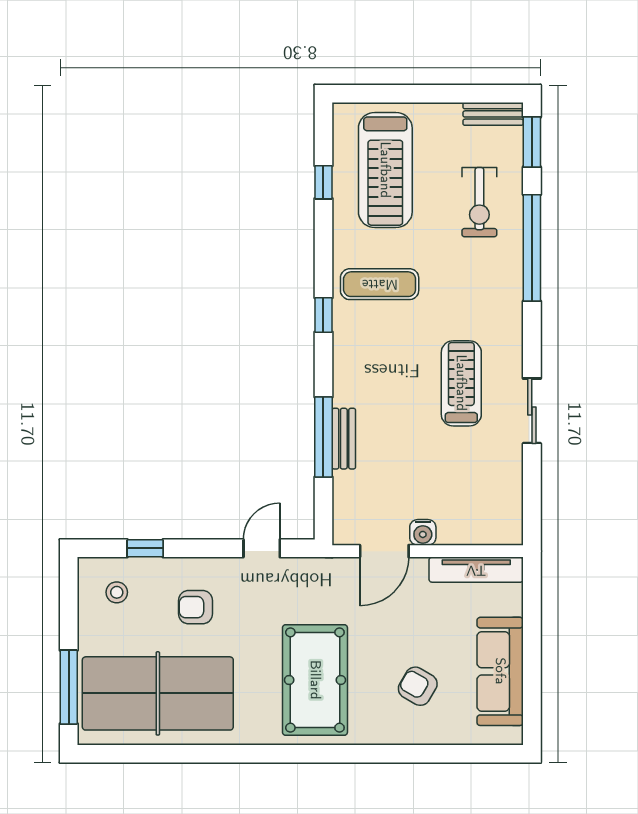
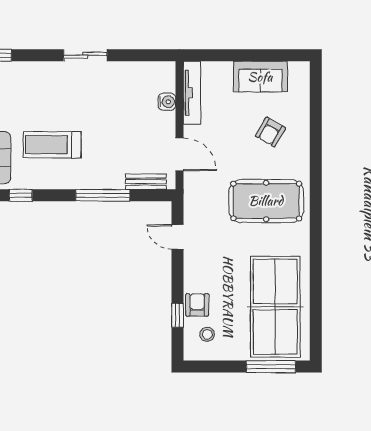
treadmill: (461, 383) -> (52, 145), moved
bench: (344, 439) -> (146, 182), moved
water cooler: (423, 532) -> (167, 102), moved
armchair: (195, 607) -> (197, 305), moved, turned 180
sofa: (500, 671) -> (260, 77), width x0.73

